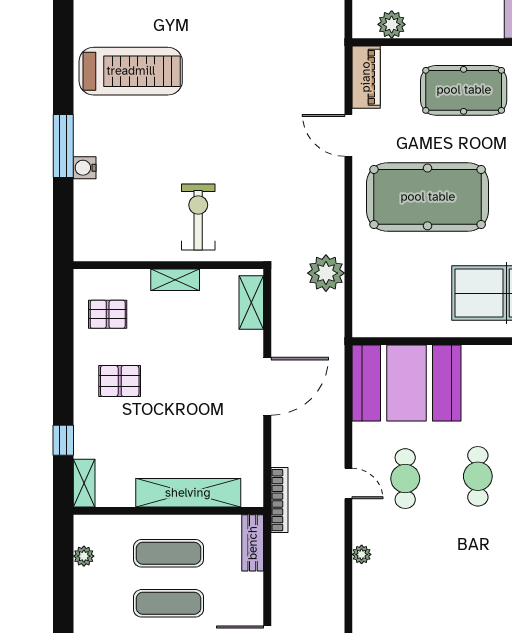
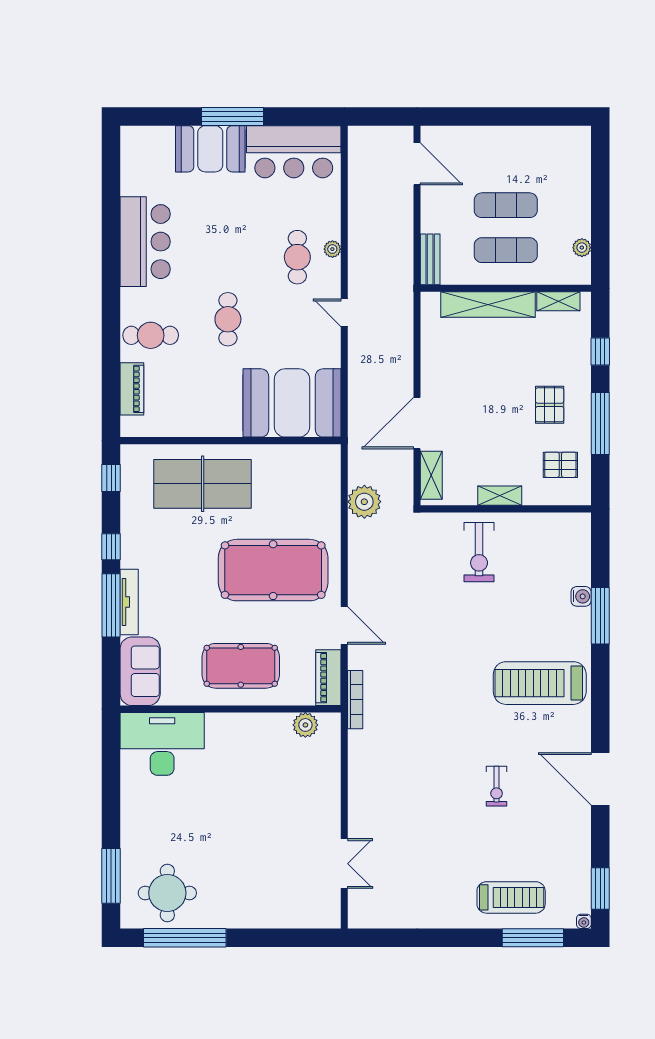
window: (63, 360) -> (600, 423), added
pallet: (120, 381) -> (550, 405), turned 90
door: (267, 386) -> (417, 423), moved
cafe table: (405, 479) -> (297, 257), moved
shelving: (84, 483) -> (558, 301), moved, turned 90
bookcase: (279, 500) -> (355, 700), moved, turned 180

